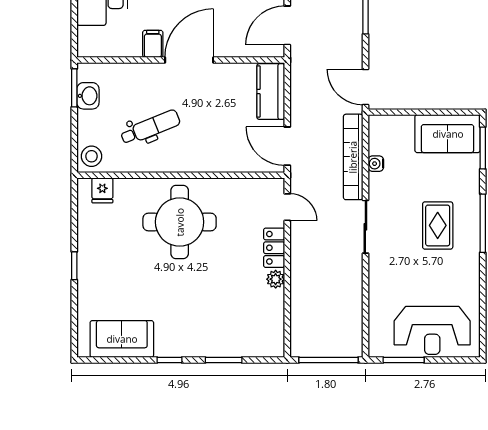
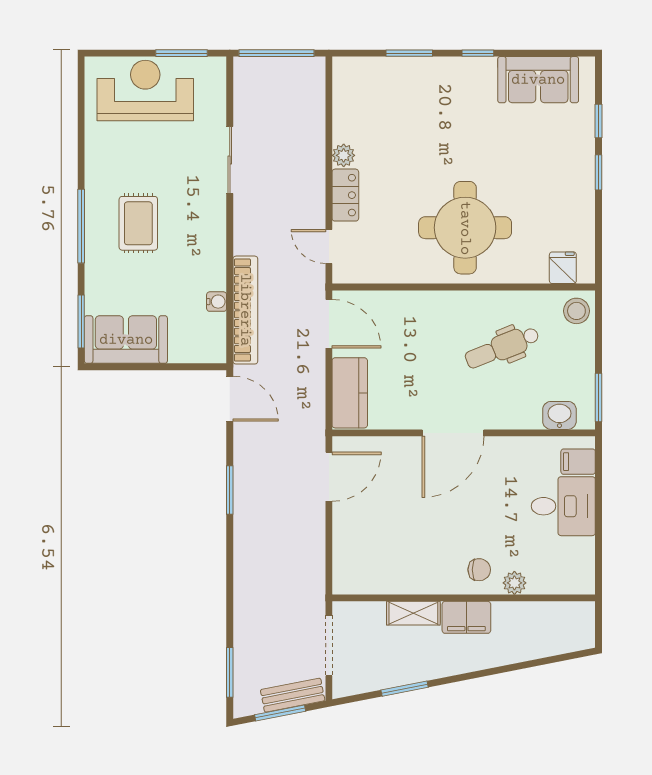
filing cabinet: (153, 44) -> (578, 462), moved, turned 90
washbasin: (88, 96) -> (559, 415), moved, turned 90
sliding door: (365, 227) -> (230, 160), moved
window: (74, 306) -> (598, 121), added

